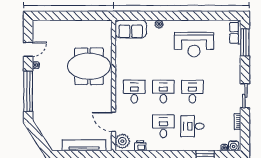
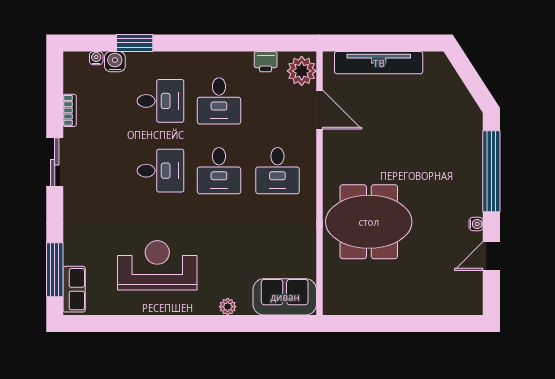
desk: (192, 92) -> (160, 171), turned -90
water cooler: (234, 146) -> (115, 62), moved

